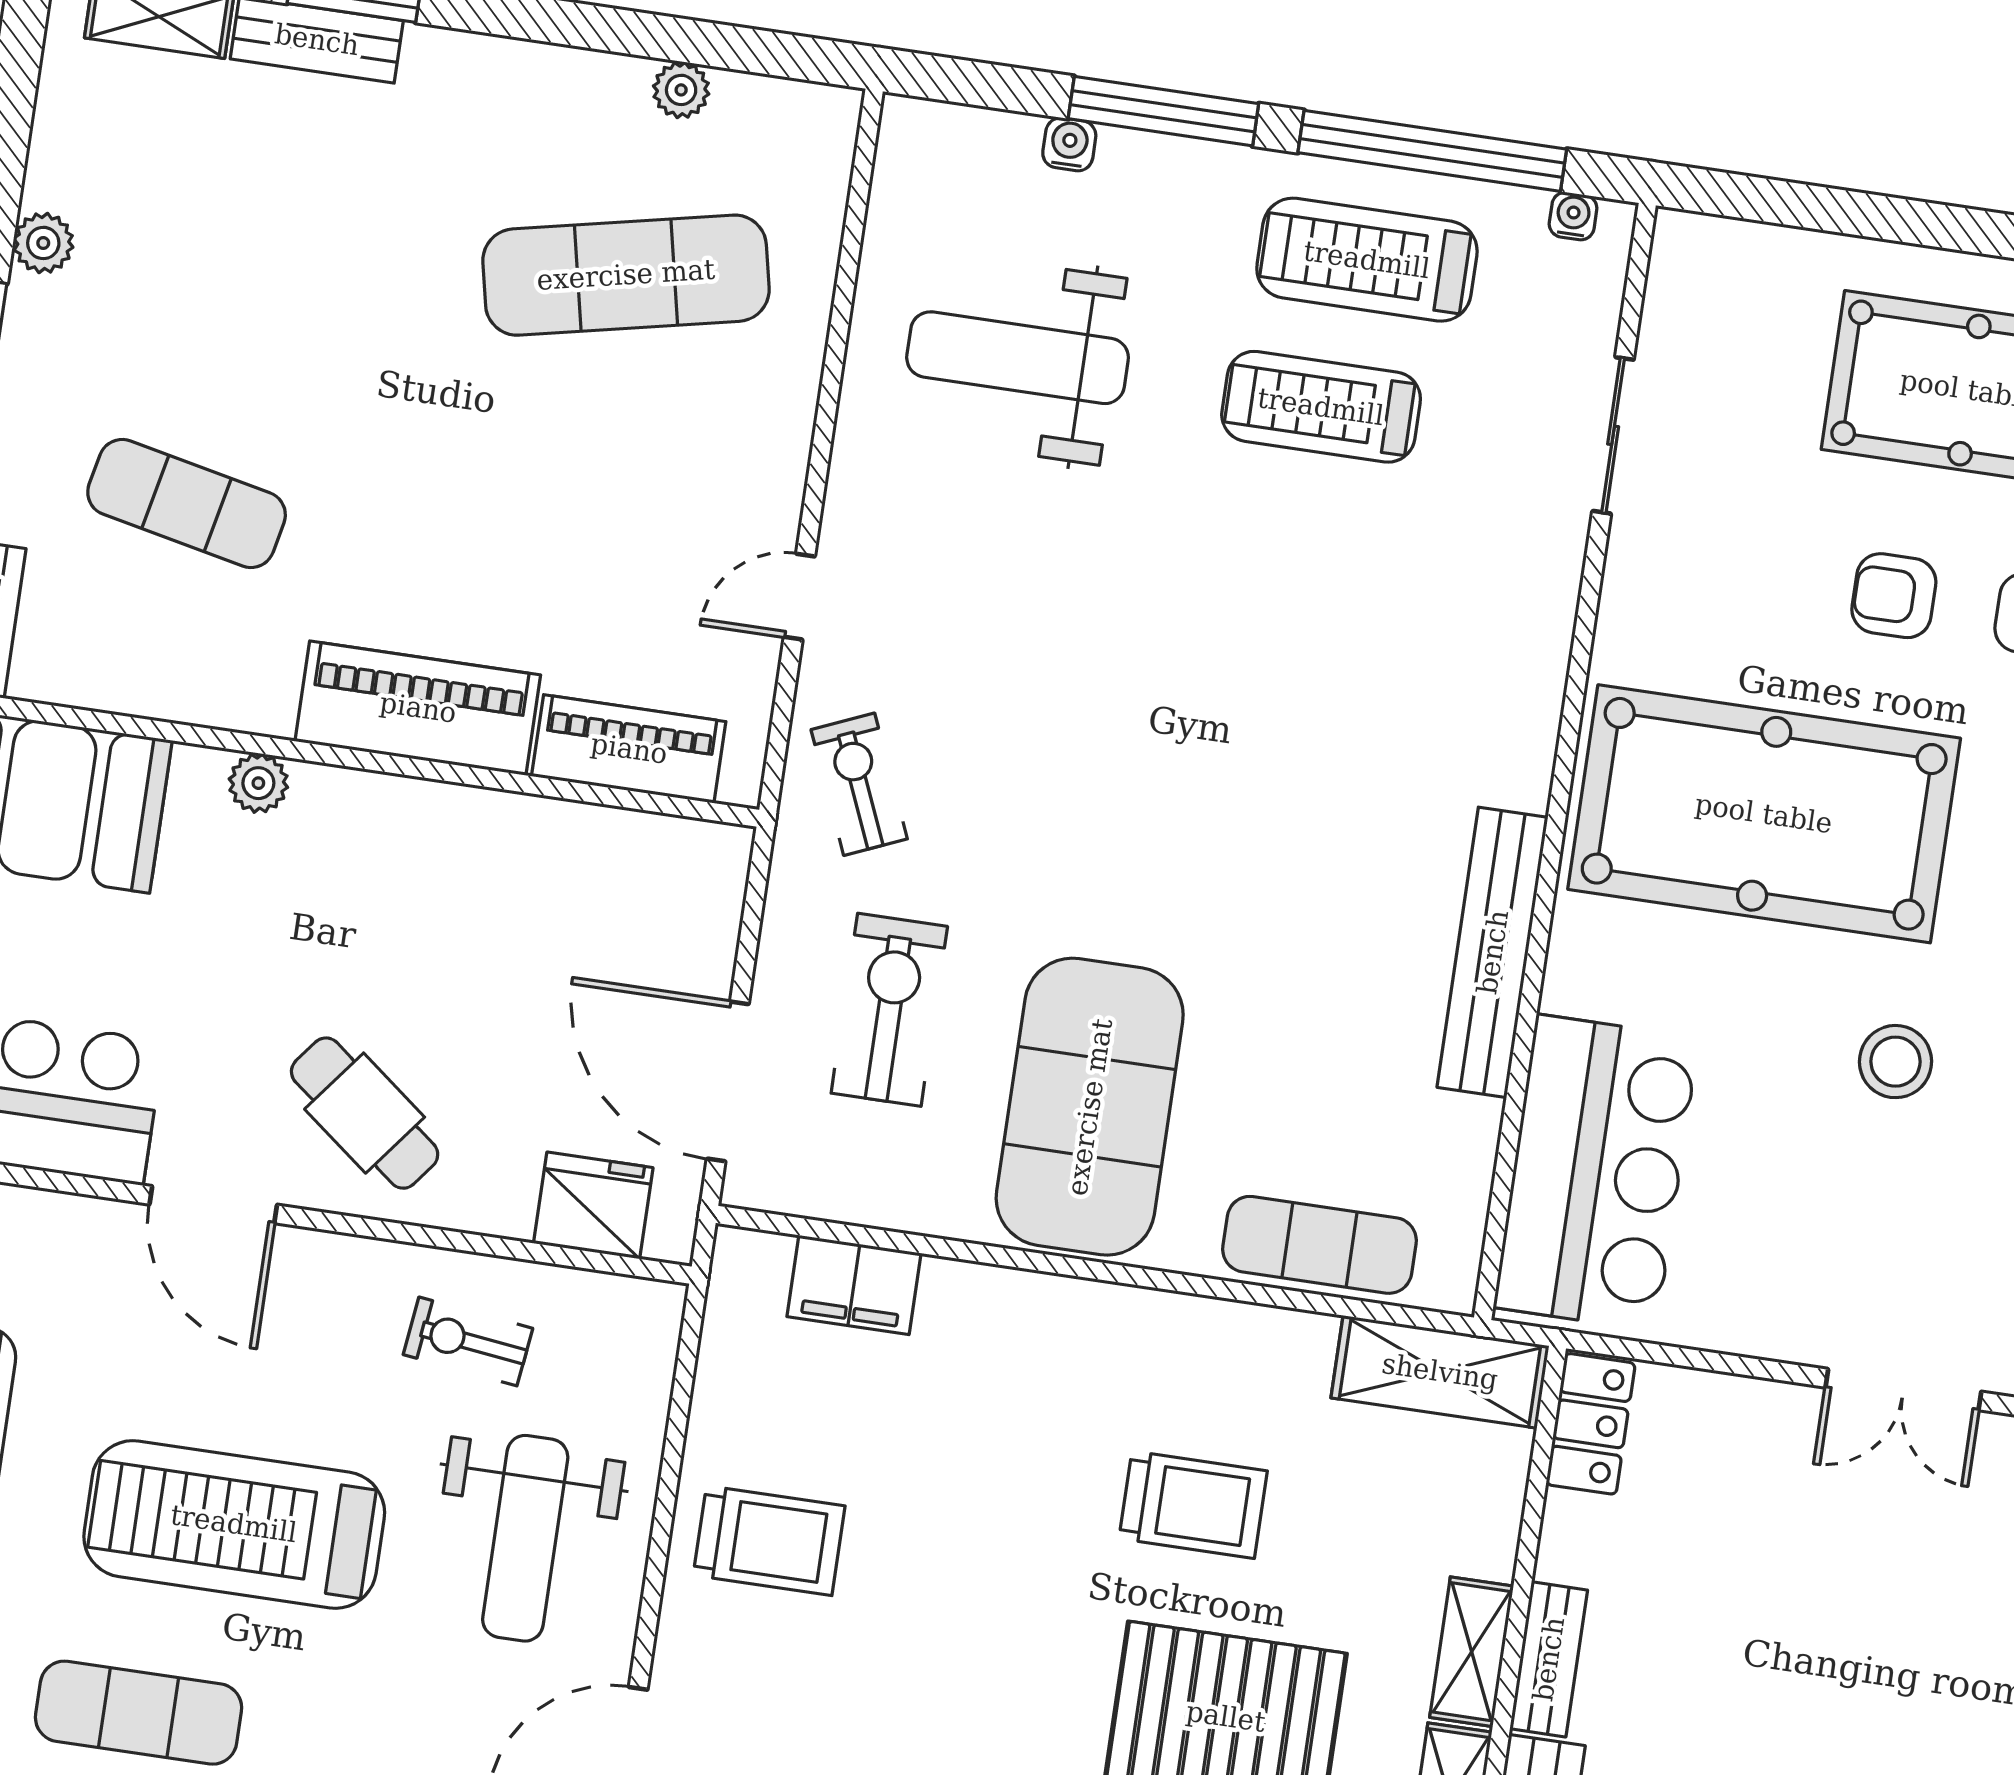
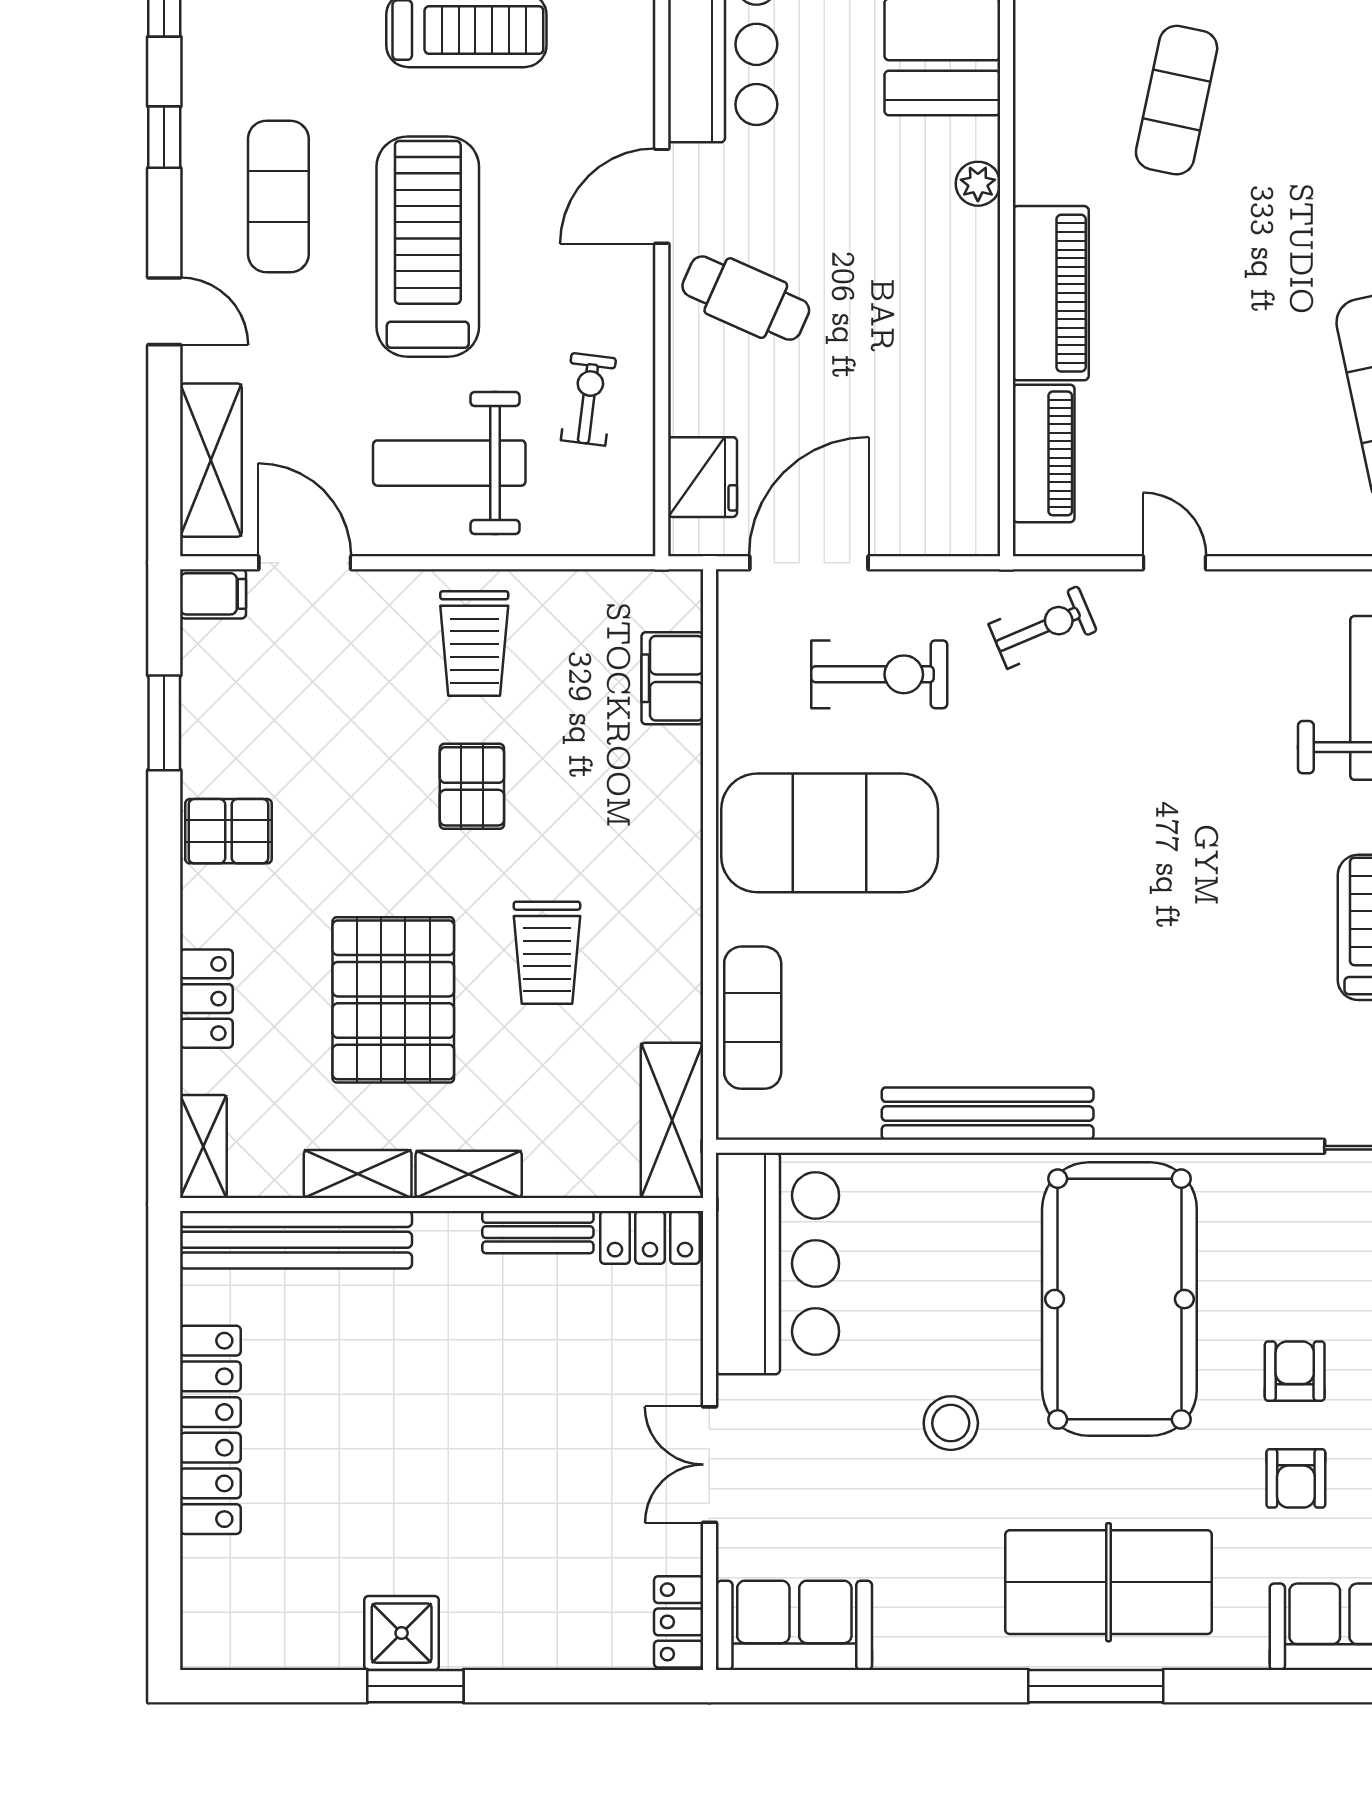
cafe table: (365, 1113) -> (746, 298), turned 76
bar counter: (1596, 1173) -> (777, 1263), moved, turned -90
pallet: (958, 1572) -> (472, 786), added
bench: (1549, 1659) -> (538, 1232), moved

